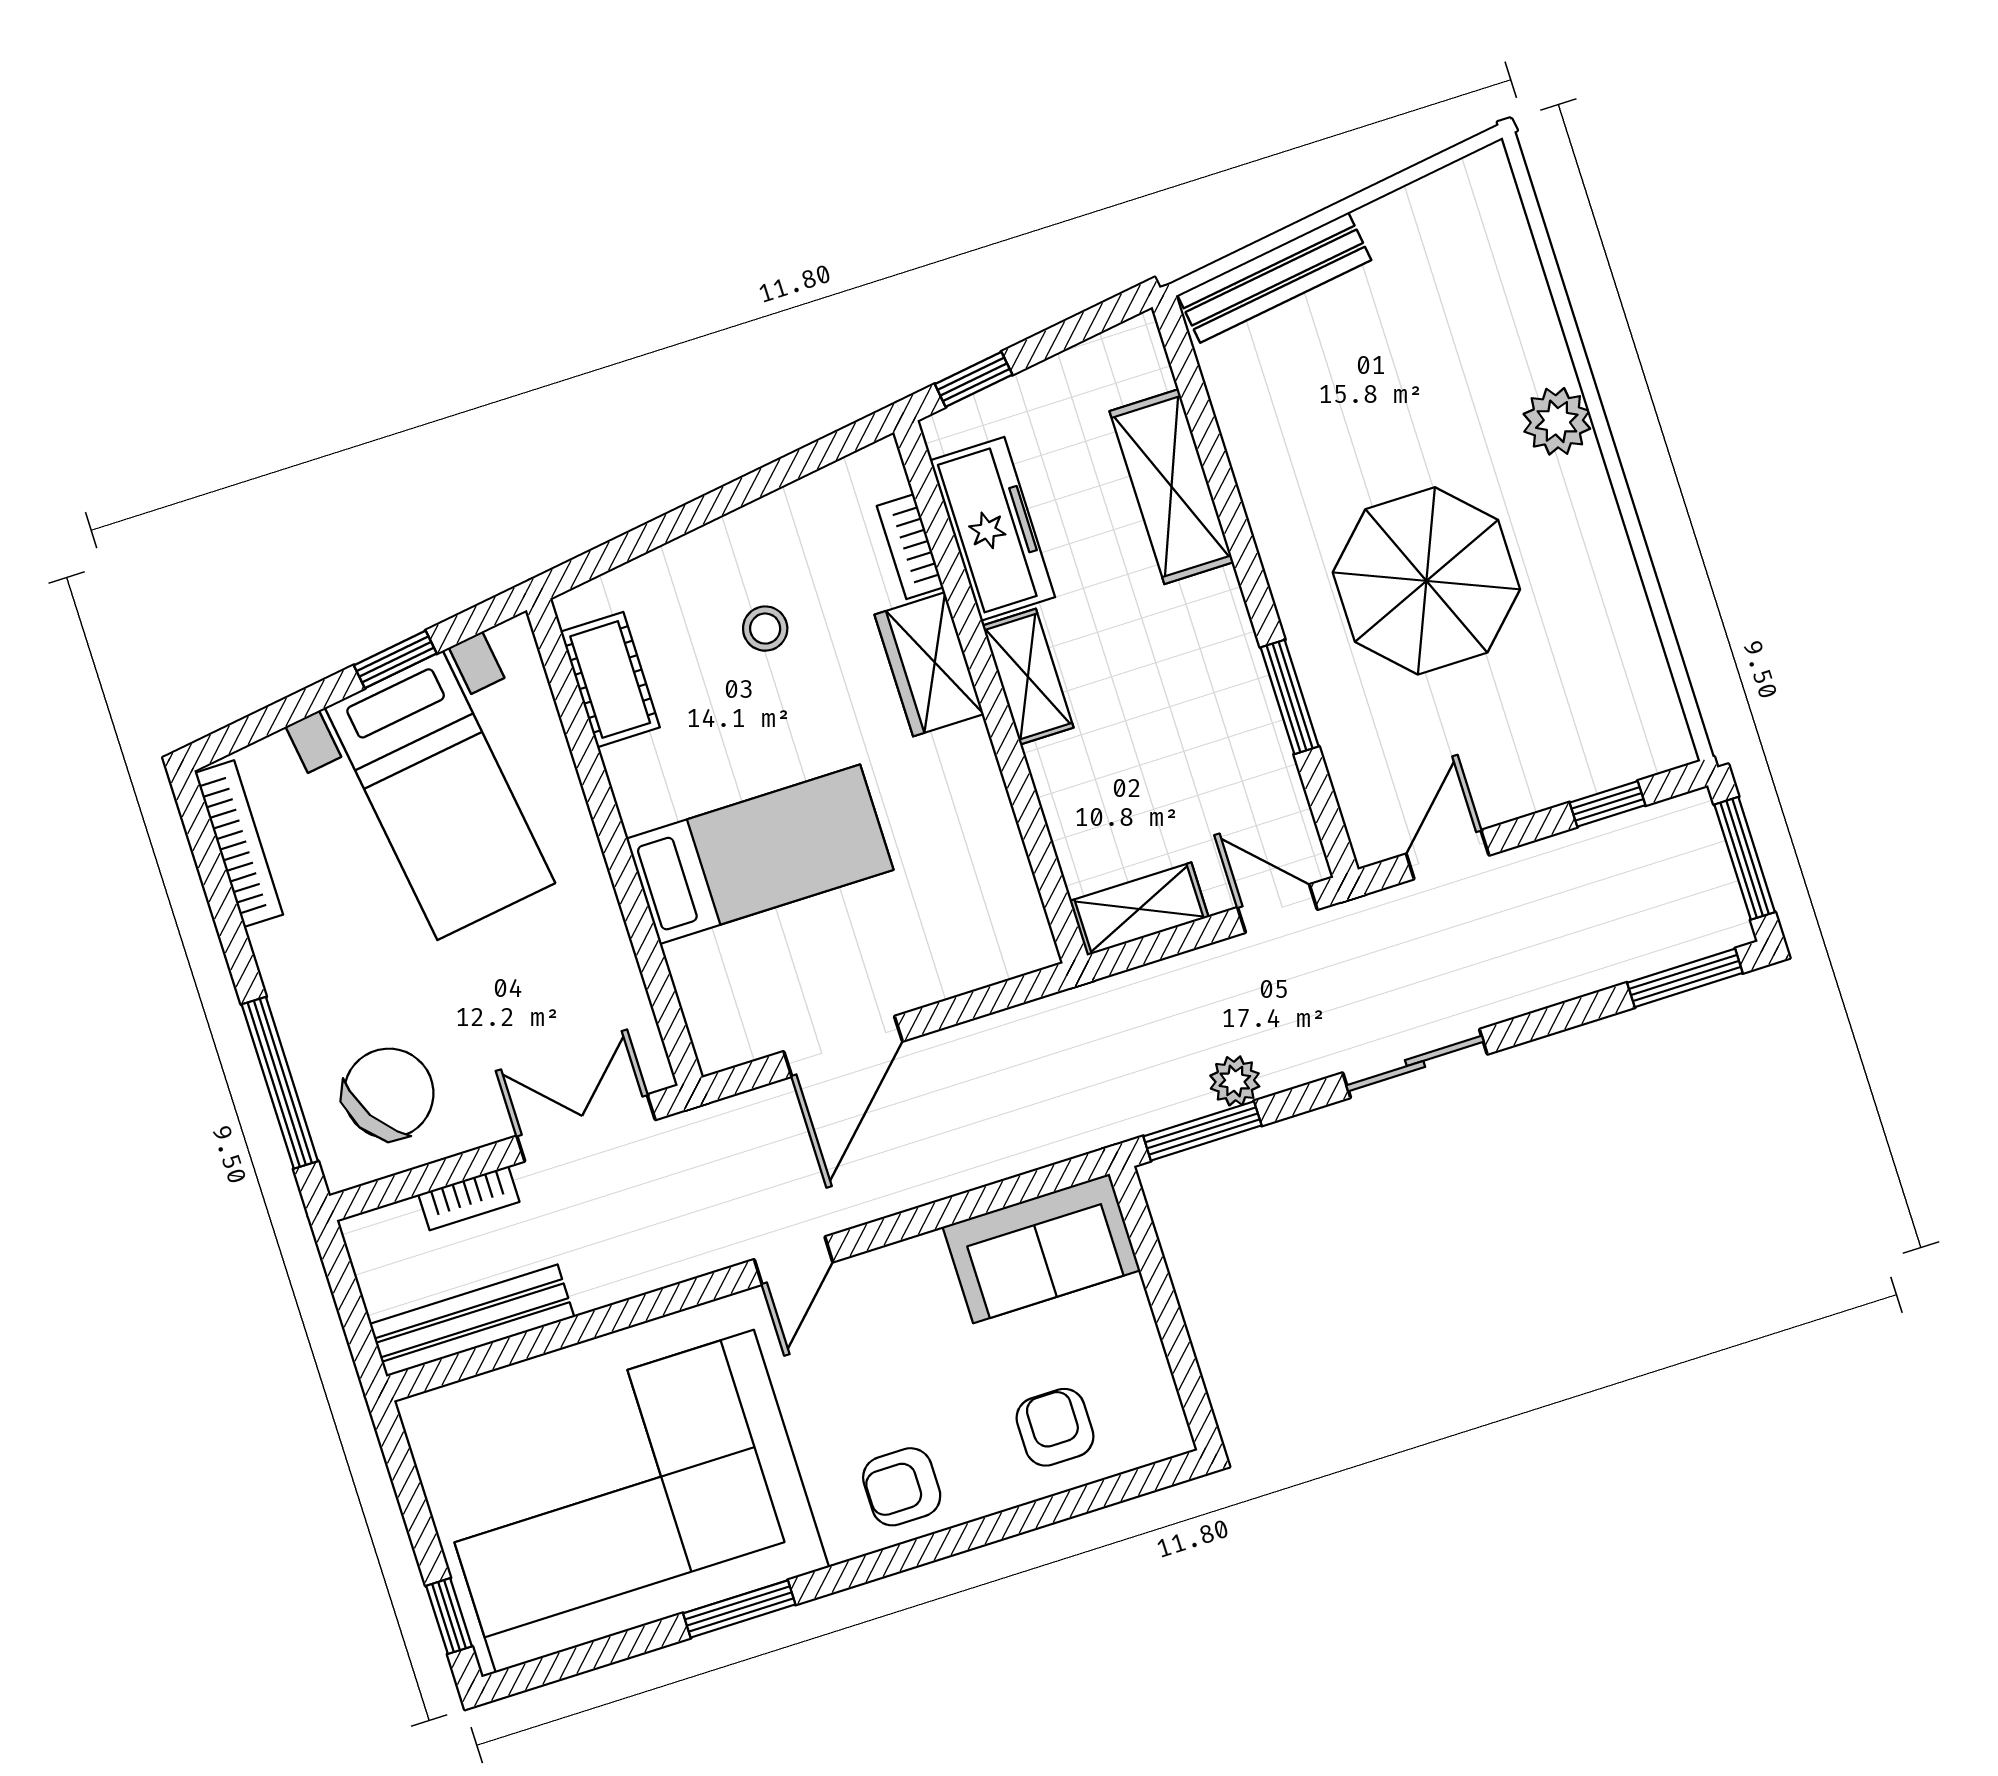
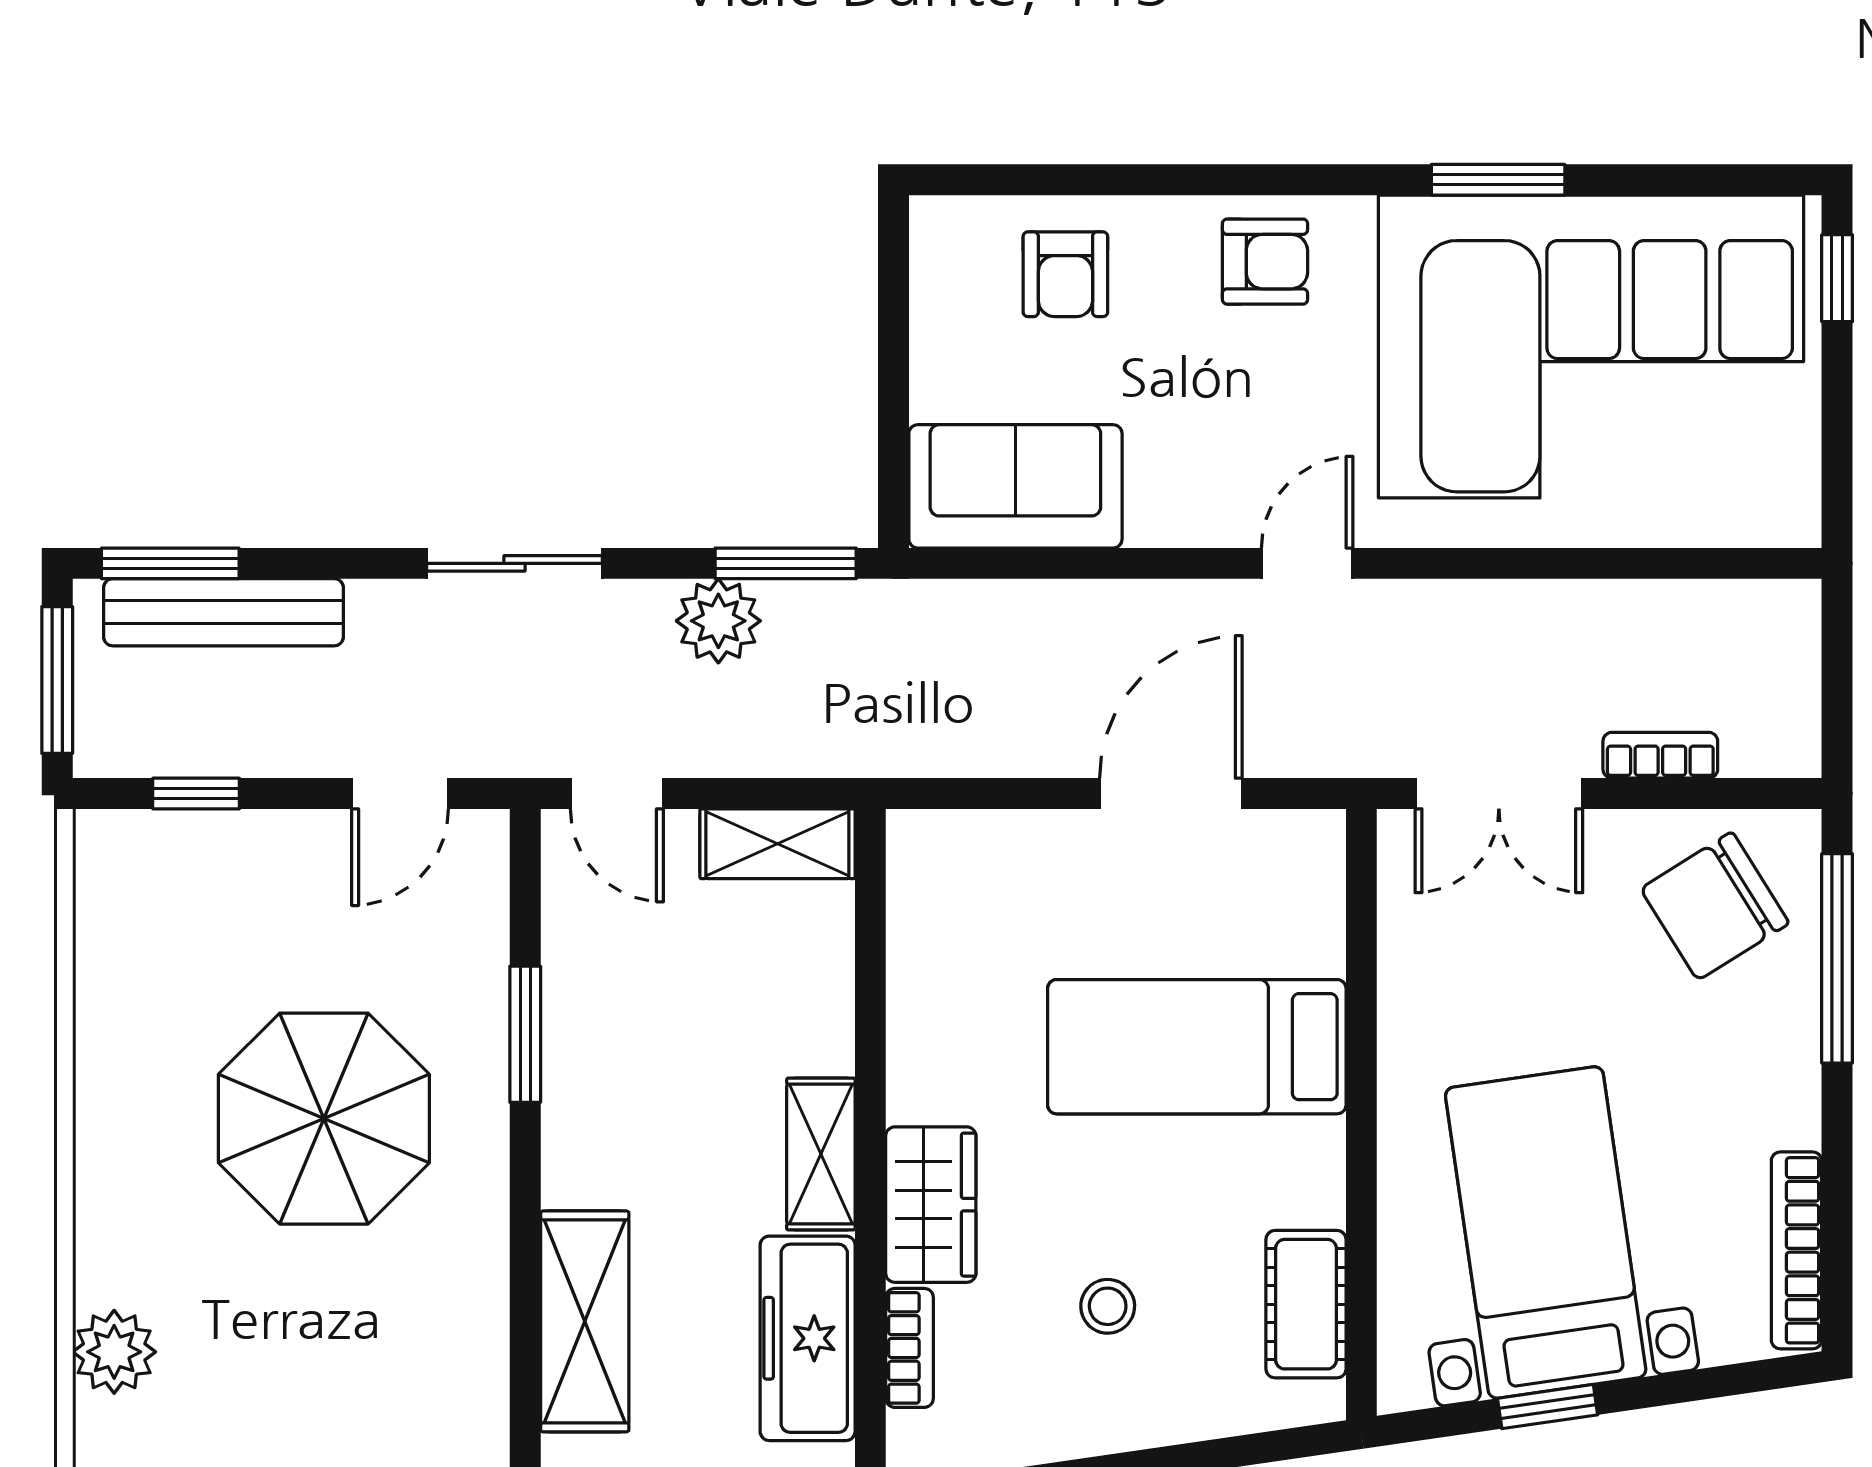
plant: (1557, 421) -> (114, 1352), moved
plant: (1235, 1081) -> (718, 621), width x1.38, depth x1.38
bench: (472, 1320) -> (223, 612), moved

